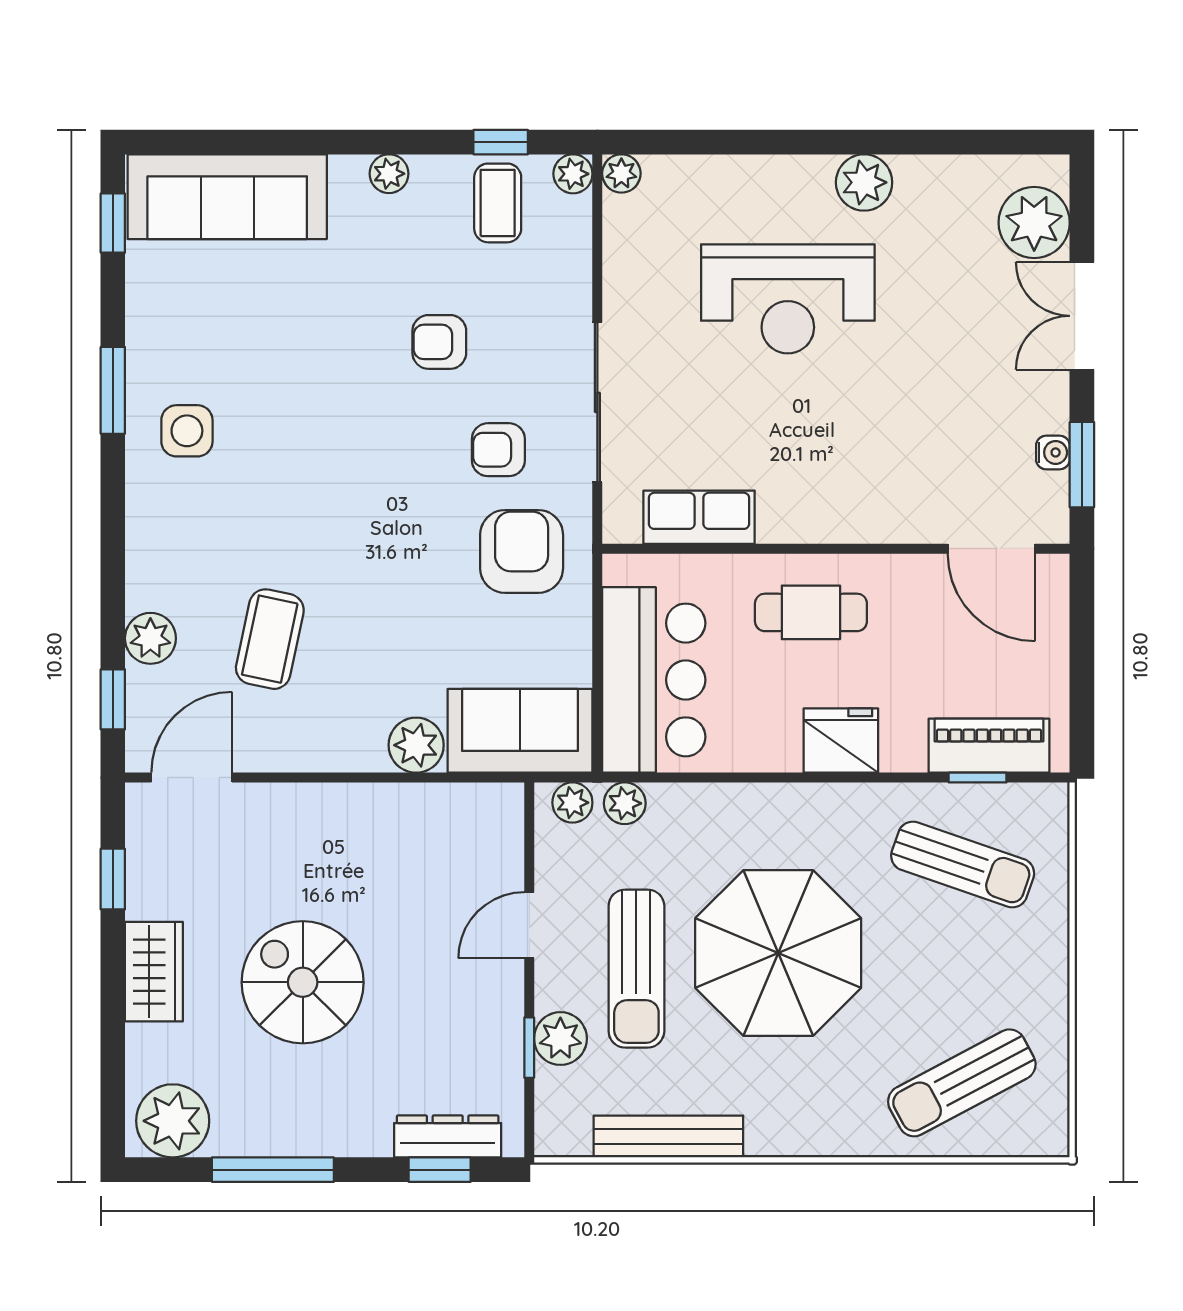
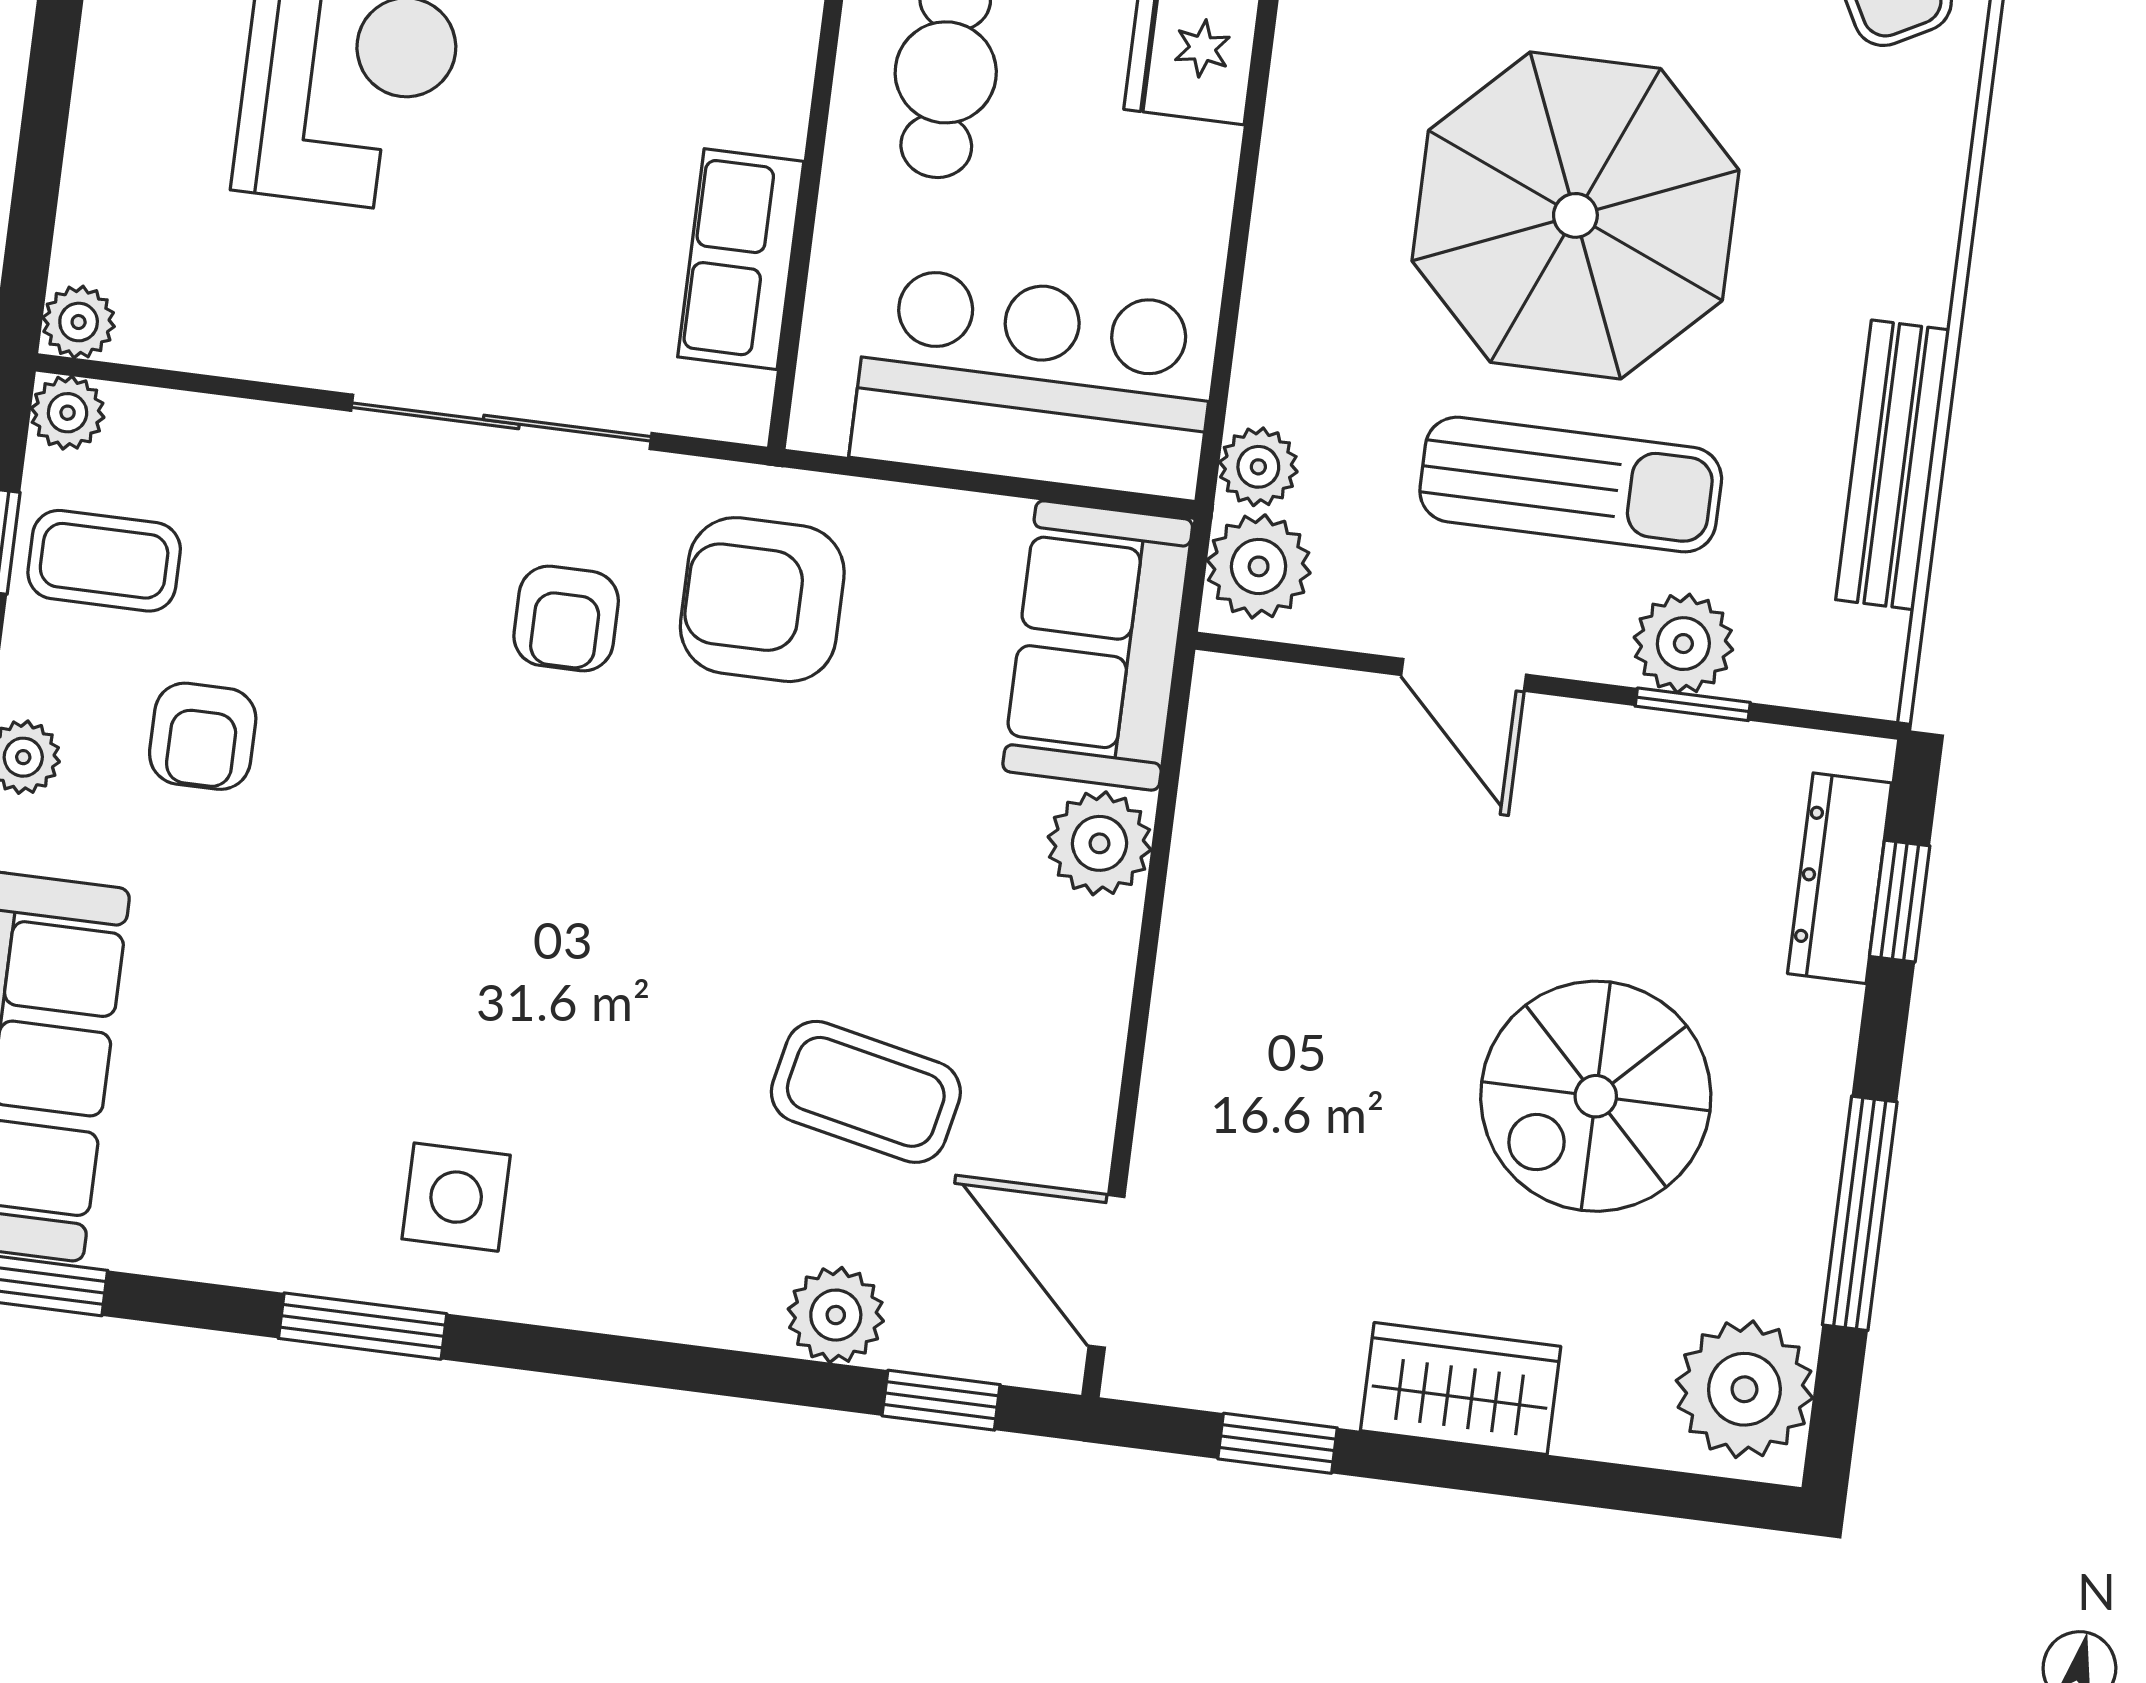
armchair: (439, 342) -> (203, 736), moved
plant: (572, 803) -> (1259, 566), width x1.38, depth x1.38
spiral stairs: (303, 982) -> (1596, 1096), moved

